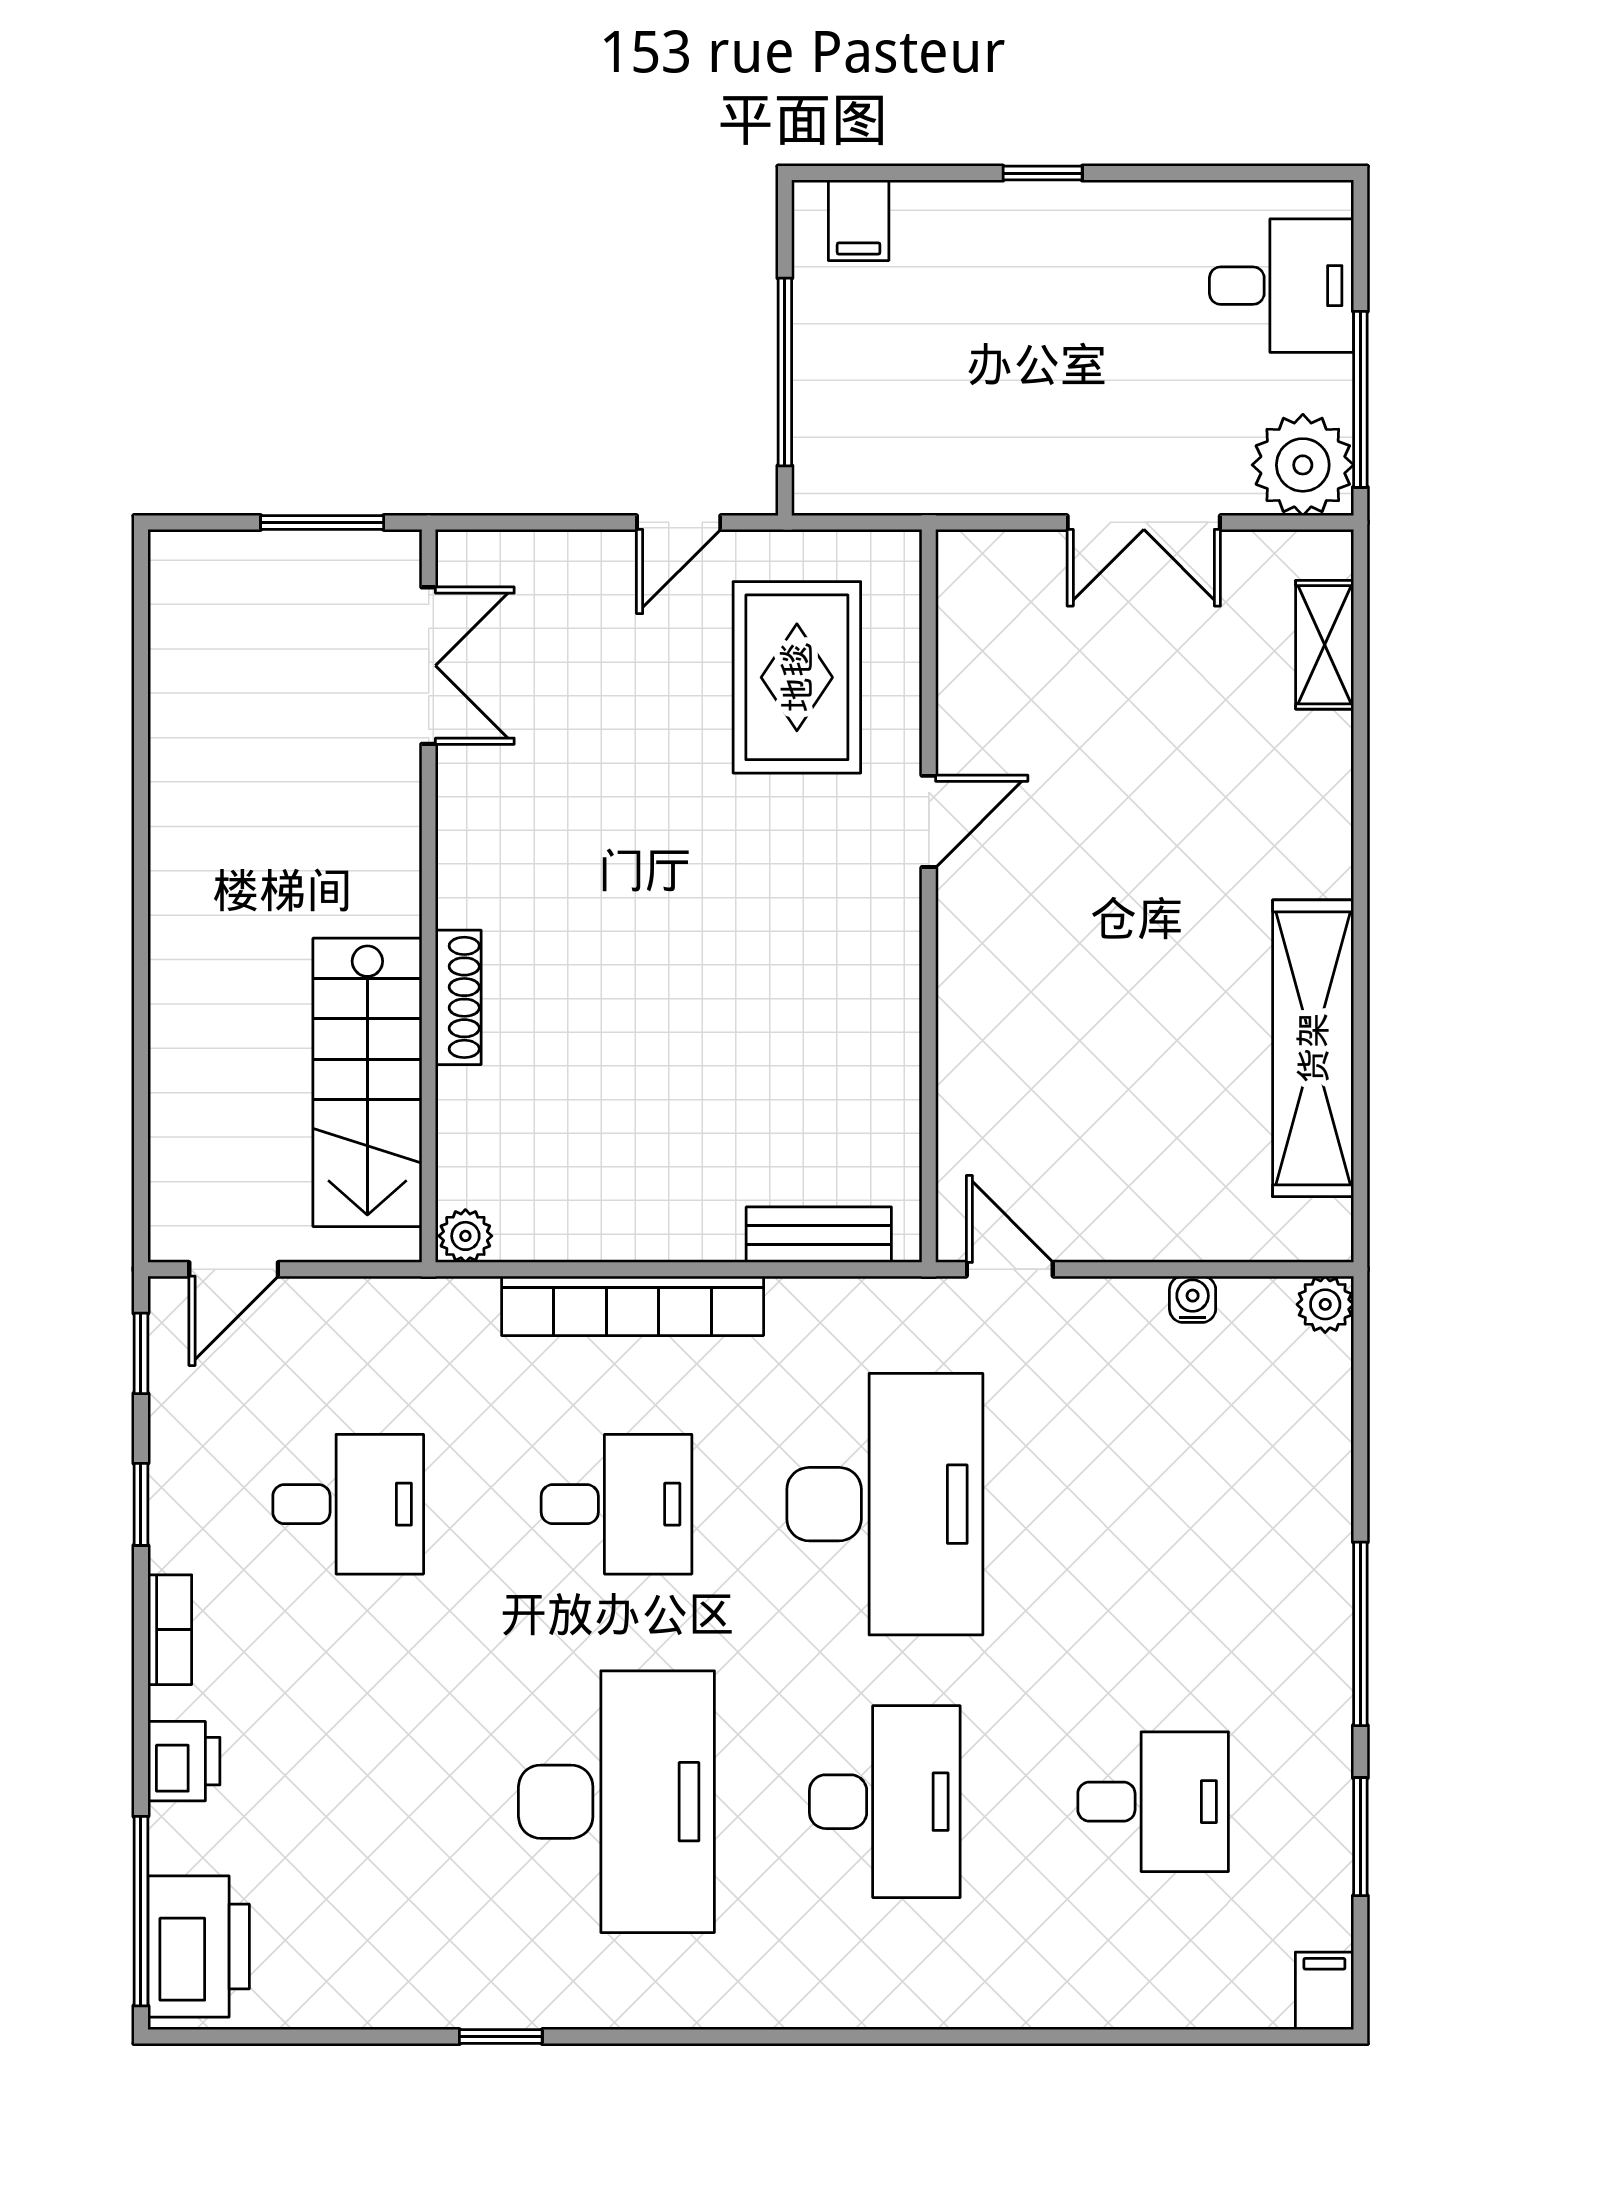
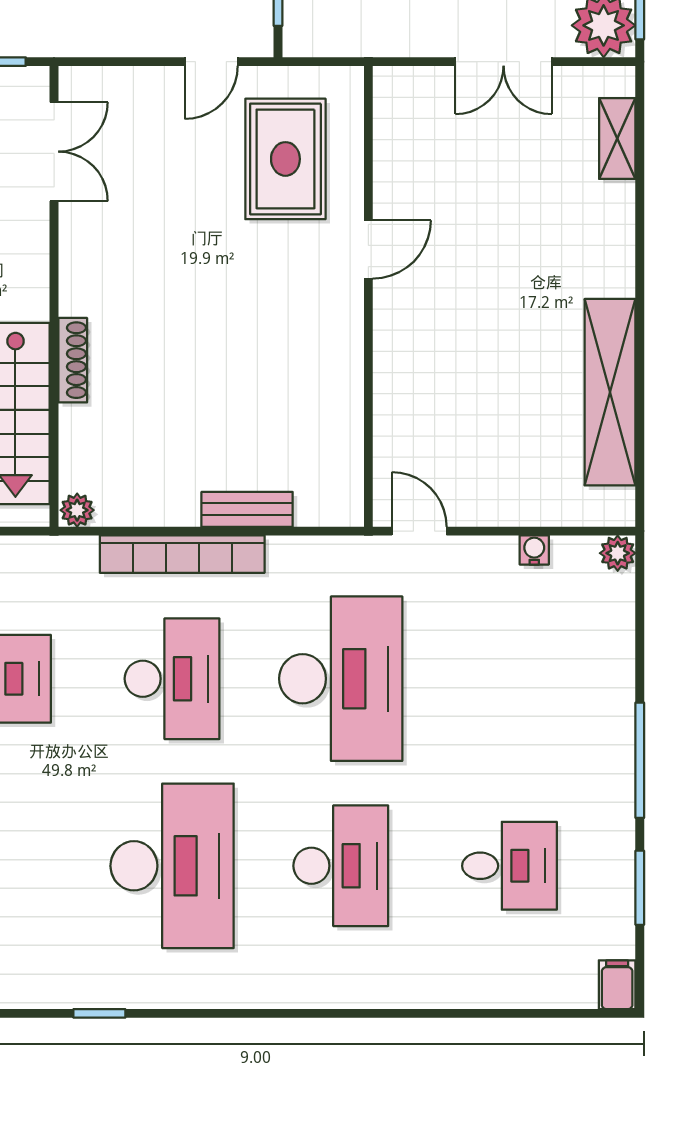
bench: (819, 1235) -> (247, 509), moved
desk: (616, 1504) -> (172, 679), width x1.37

